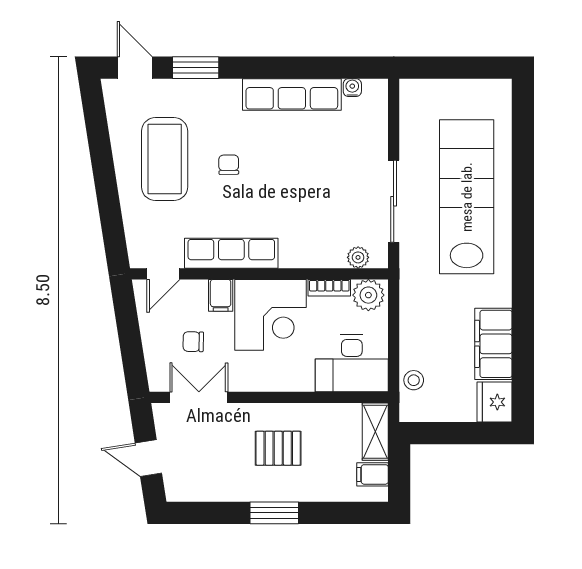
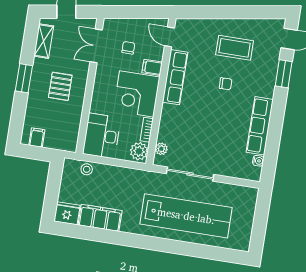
coffee table: (165, 159) -> (235, 48), width x0.73, depth x0.76
double door: (199, 397) -> (96, 46), swing flipped
shelving: (375, 432) -> (44, 41), moved, turned 90

